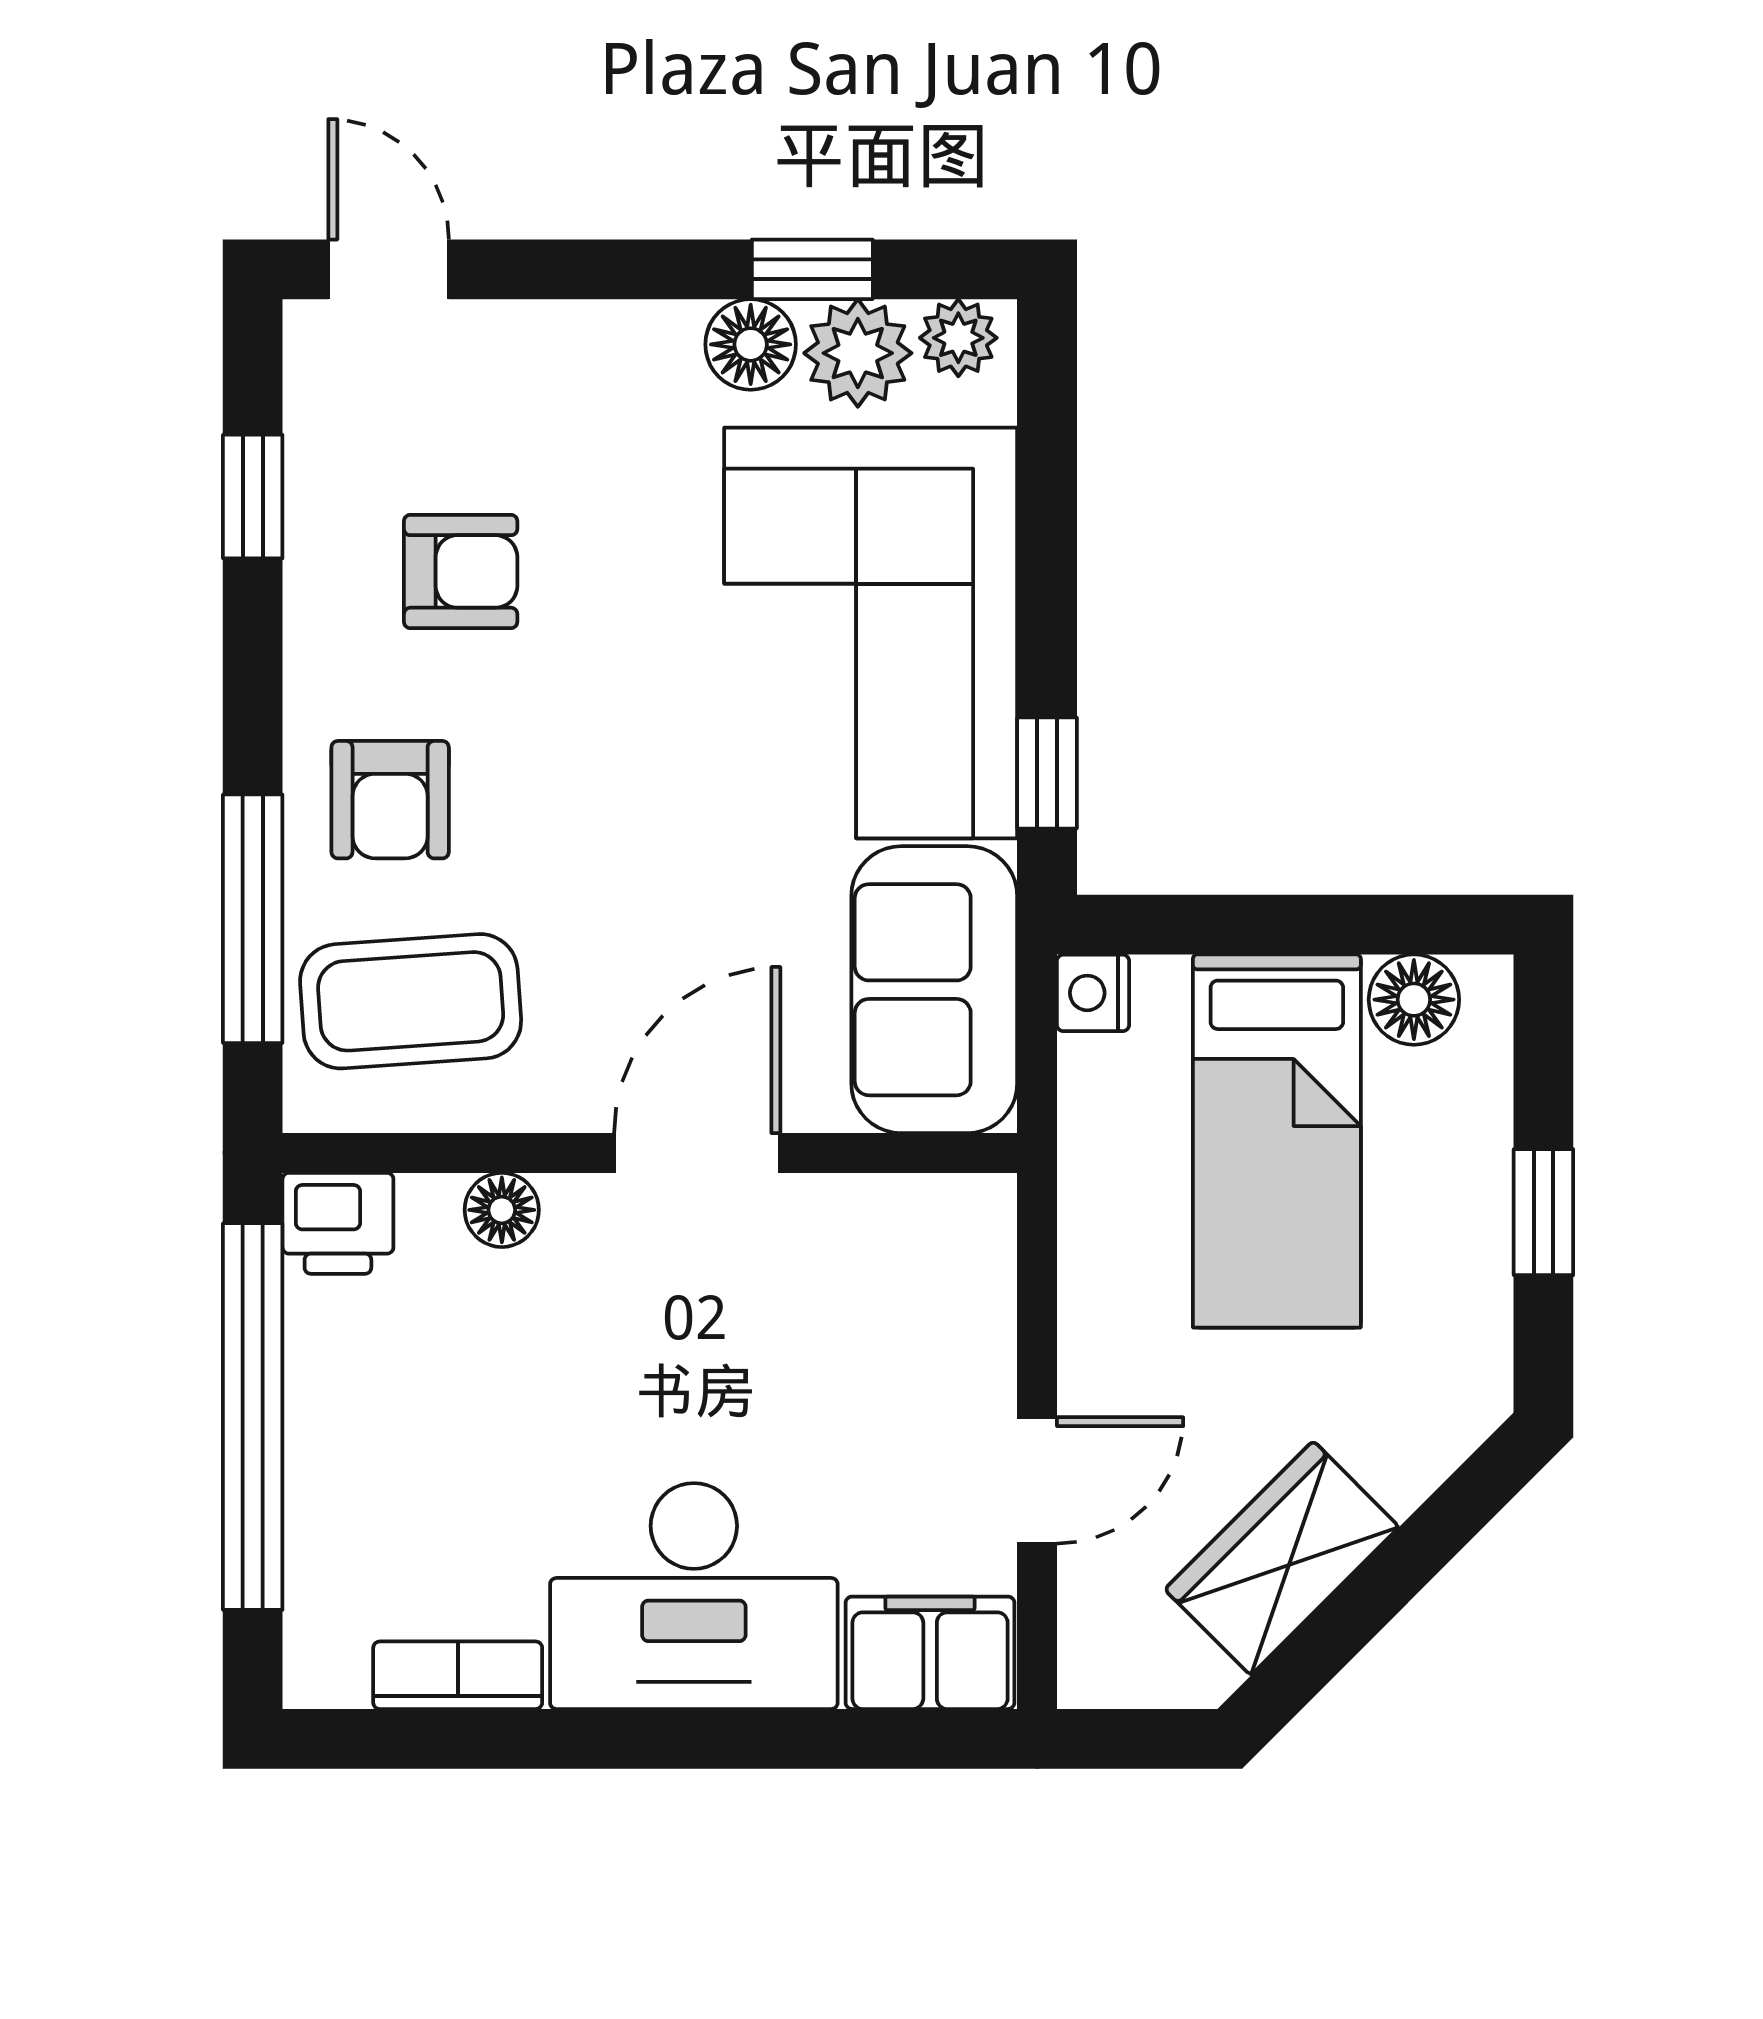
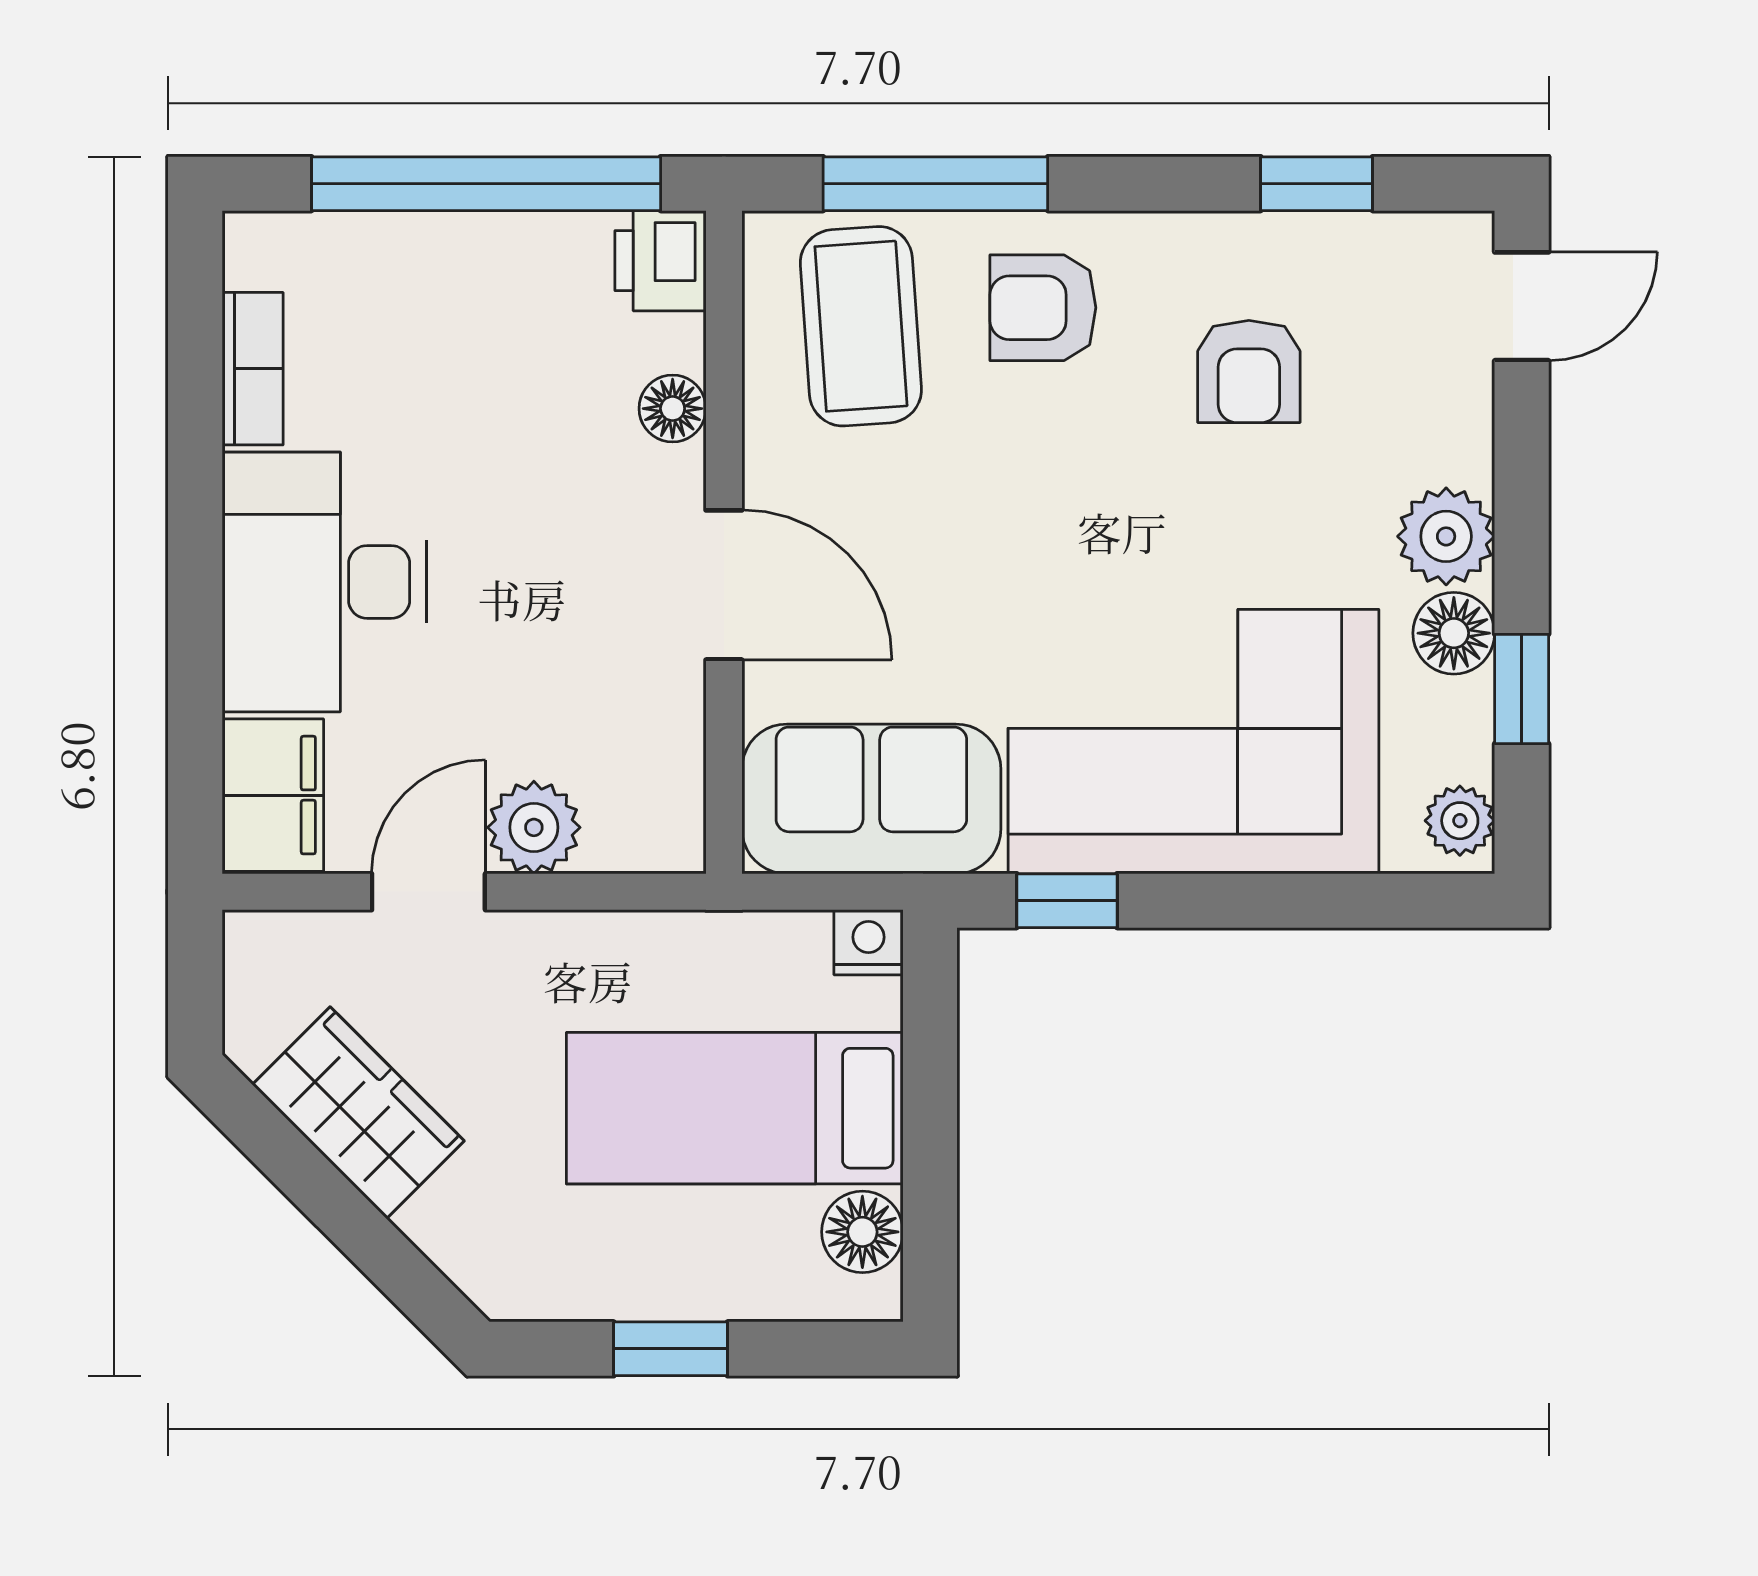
plant: (858, 353) -> (1446, 536), moved
plant: (966, 1364) -> (534, 827), added
door: (1037, 1480) -> (428, 892), swing flipped

